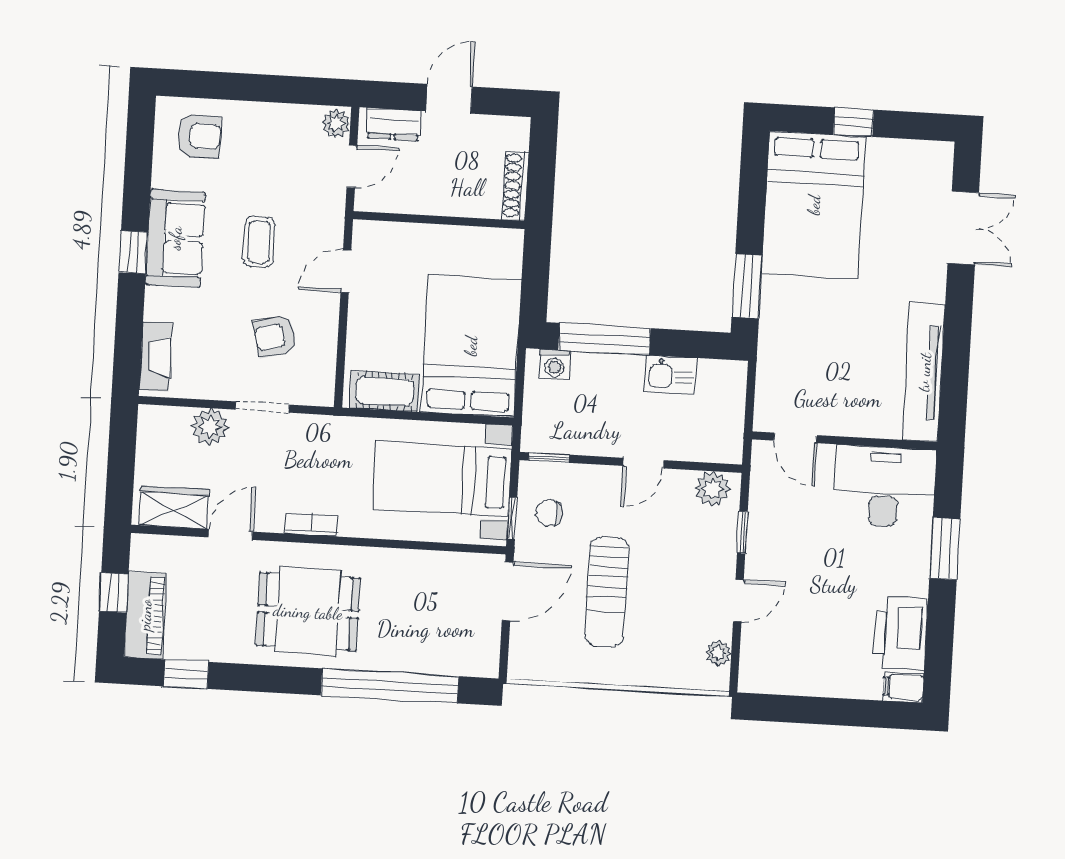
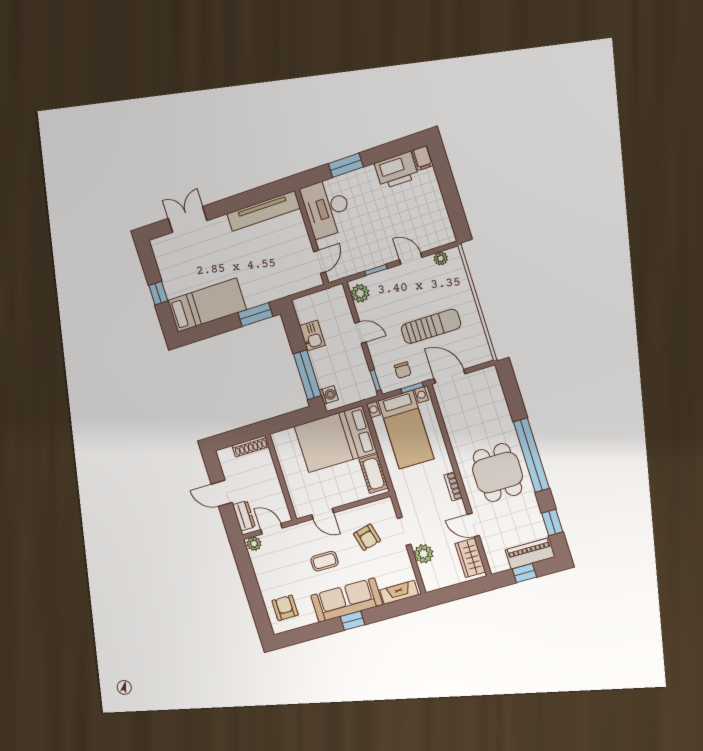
bed: (814, 205) -> (207, 305), width x0.67
sofa: (175, 238) -> (347, 600), width x1.36
window: (390, 686) -> (531, 455), moved

